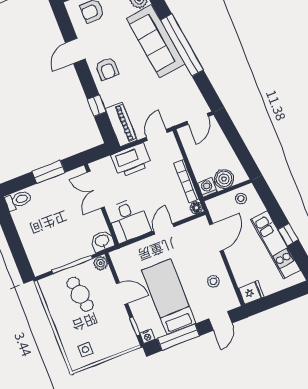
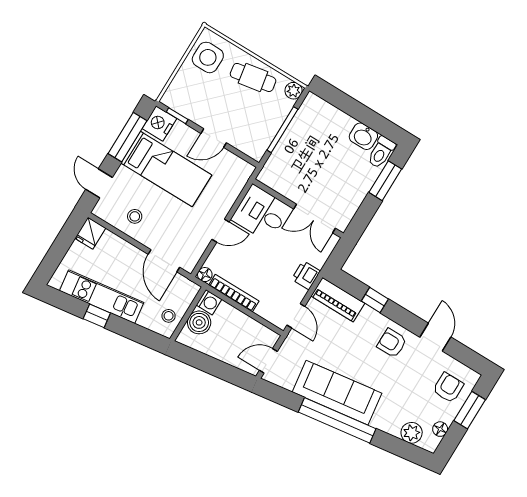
sofa: (156, 41) -> (337, 393), moved
door: (198, 119) -> (268, 361), hinge flipped
printer: (131, 160) -> (306, 275), width x0.53, depth x0.68
window: (49, 172) -> (385, 181), moved
double door: (96, 190) -> (315, 219), swing flipped
door: (164, 229) -> (221, 231), hinge flipped
washbasin: (102, 241) -> (363, 136), moved, turned 90
plant: (101, 263) -> (294, 91), moved
cafe table: (80, 294) -> (253, 77), moved
nightstand: (147, 336) -> (159, 124), width x1.89, depth x1.79
side table: (85, 350) -> (208, 57), width x1.87, depth x1.87

